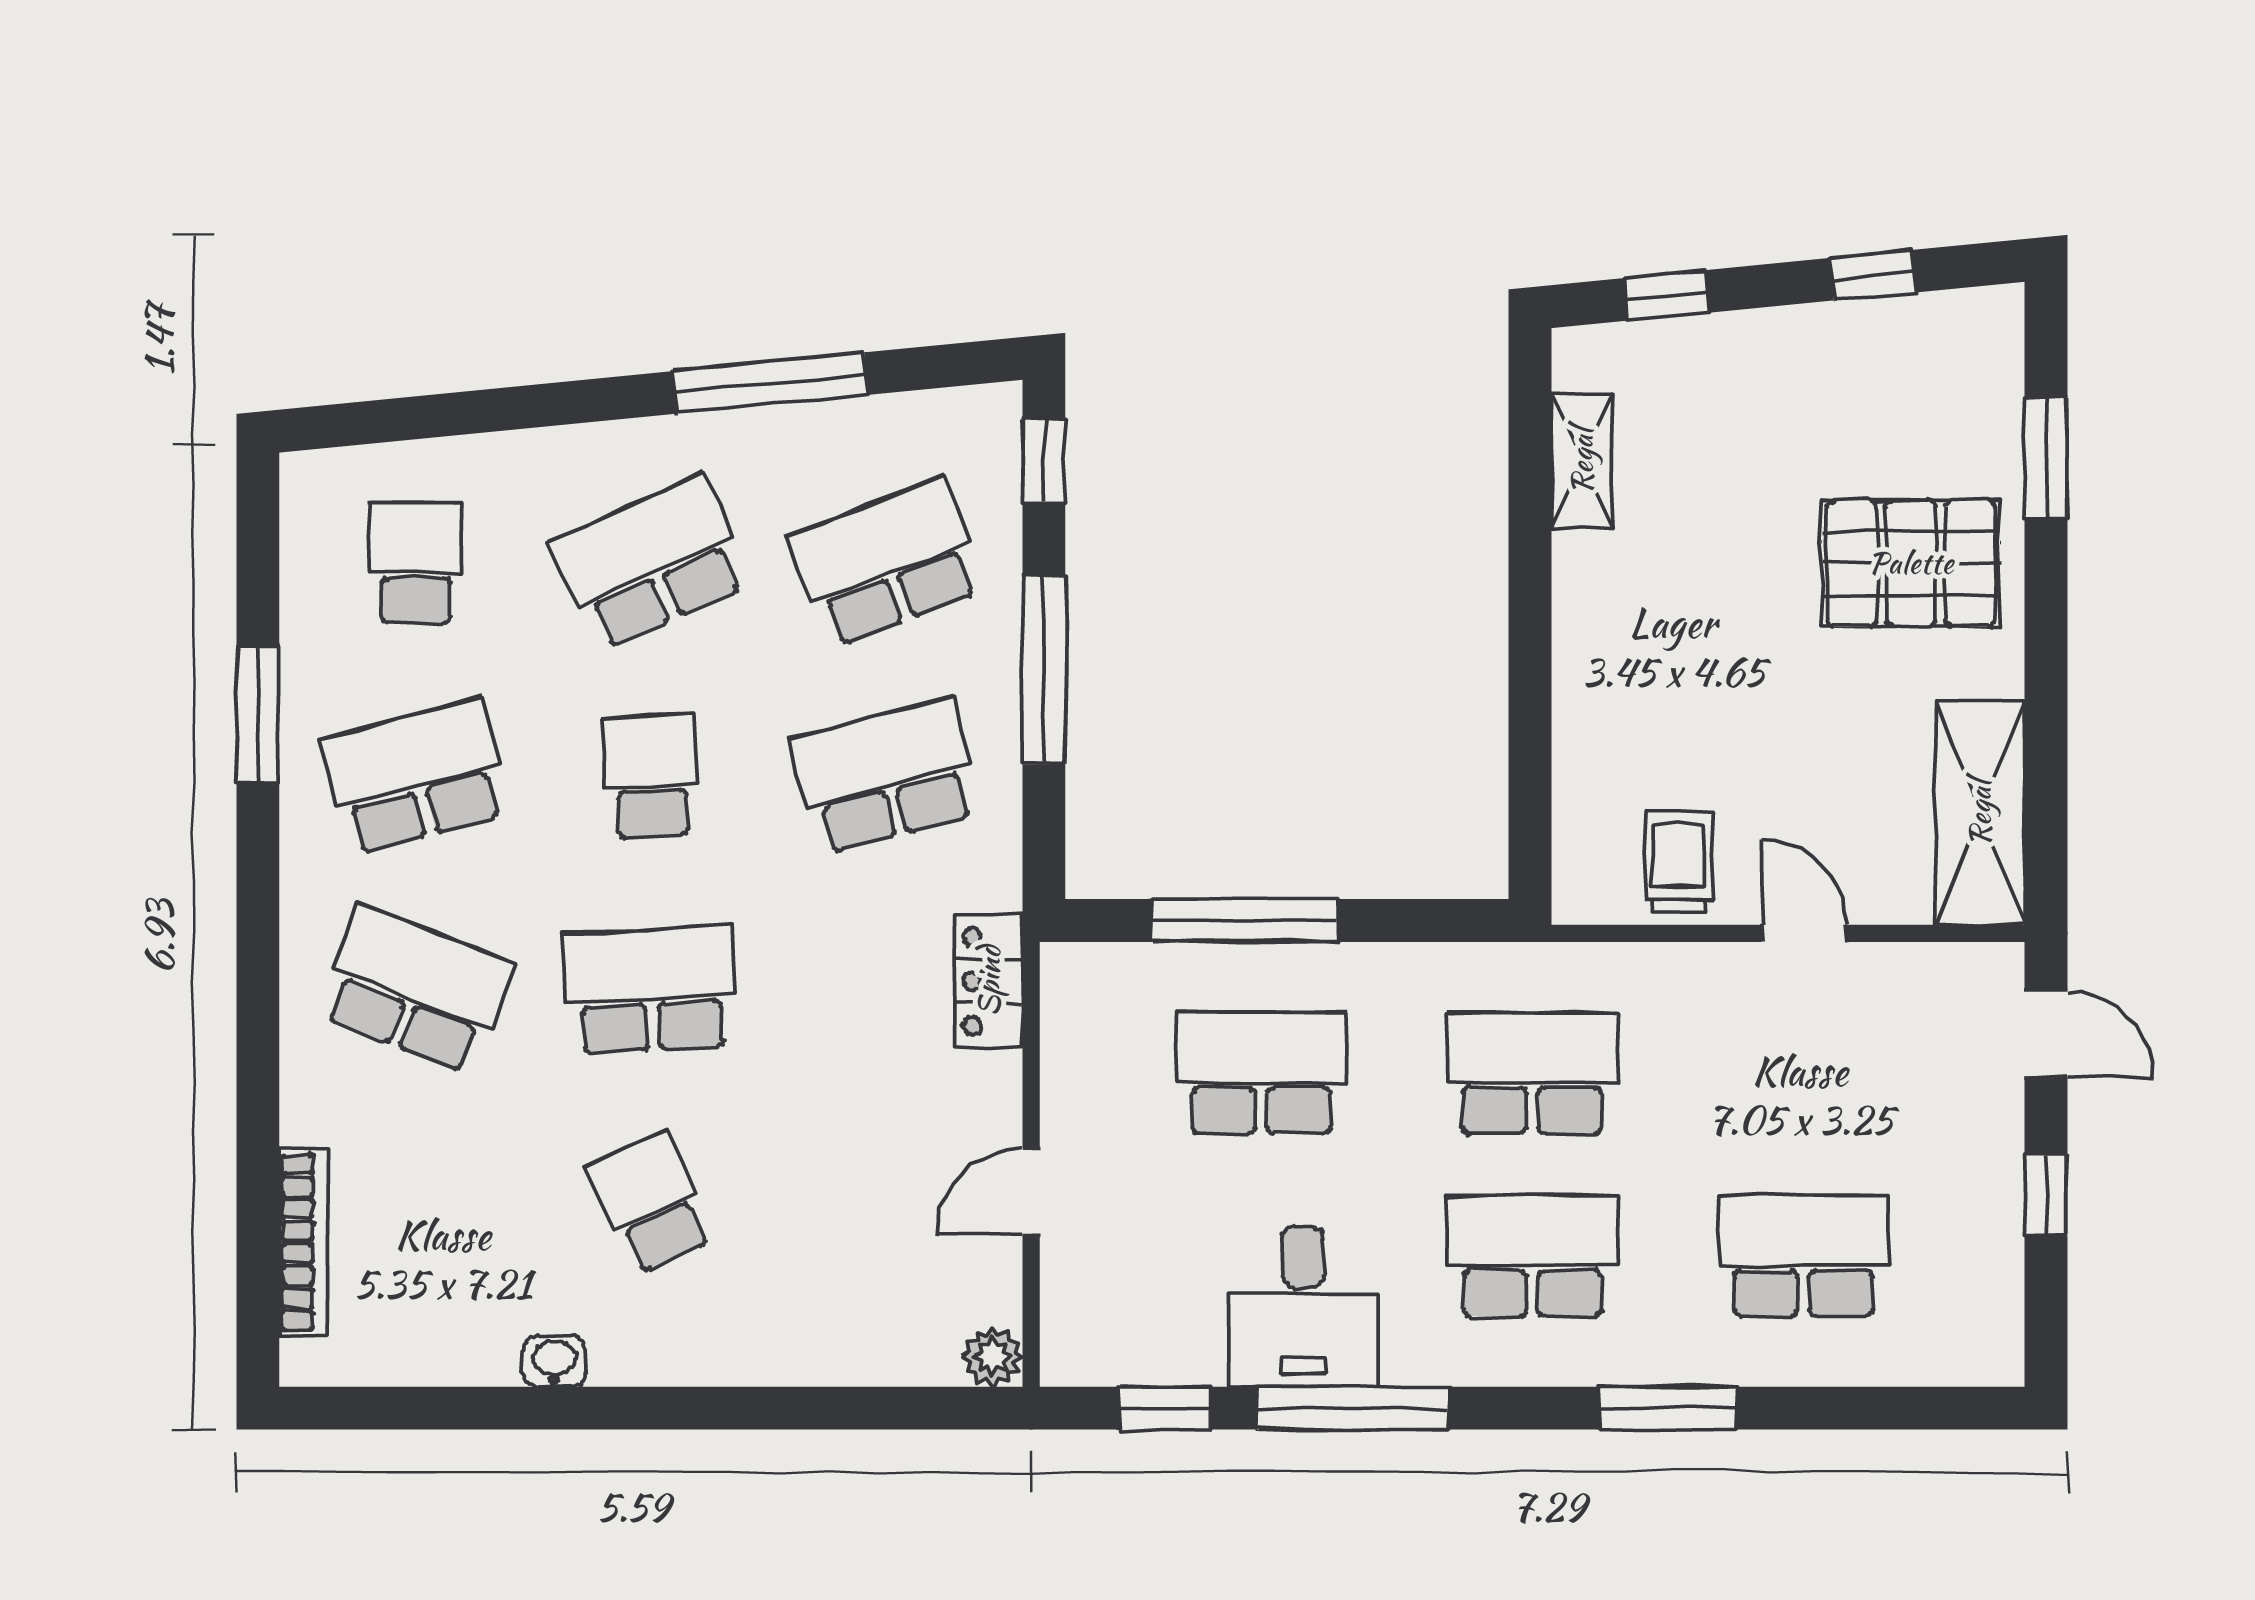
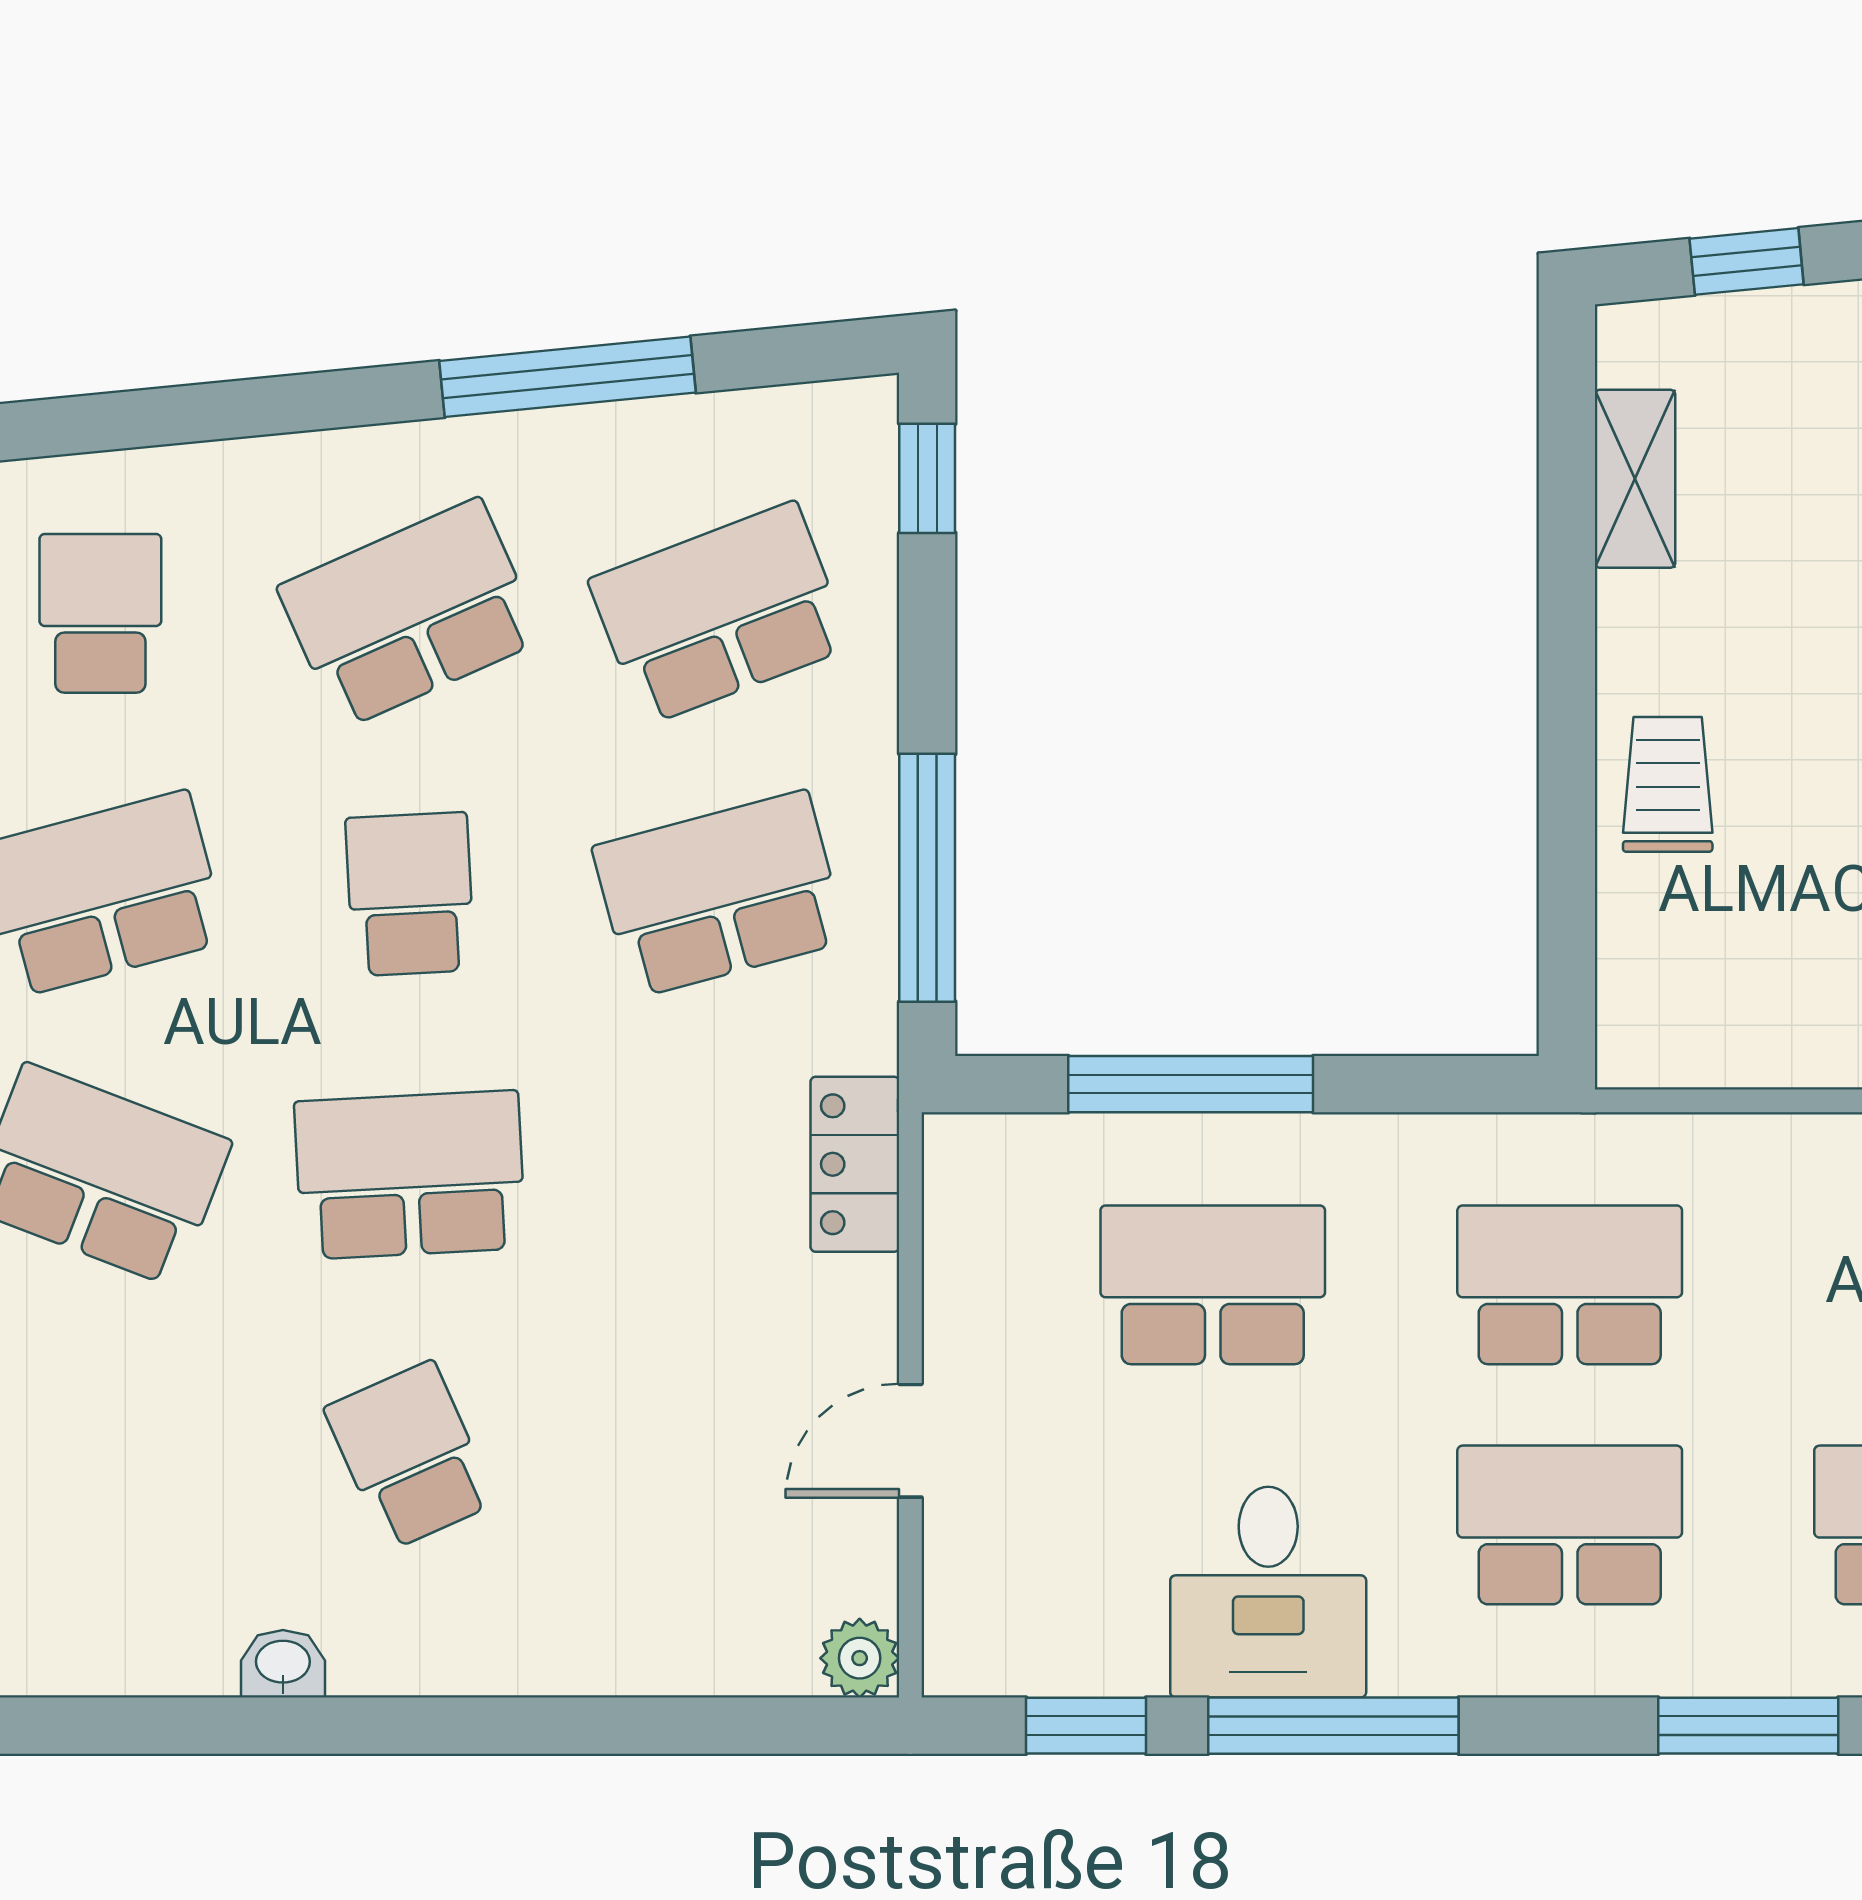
window: (1044, 670) -> (927, 878), moved
trolley: (1679, 862) -> (1668, 784), moved

